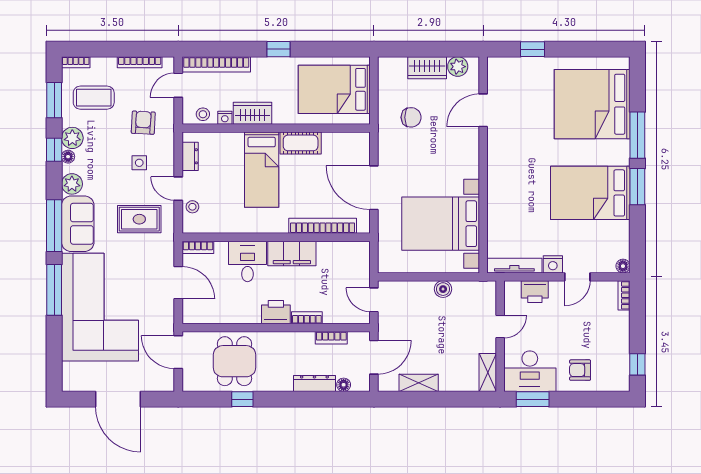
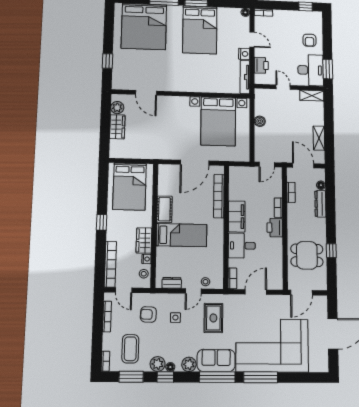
chair: (411, 117) -> (149, 138), removed

